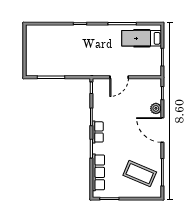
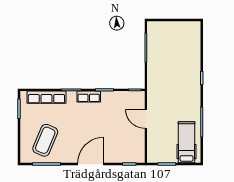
plant: (156, 108) -> (113, 157), removed

